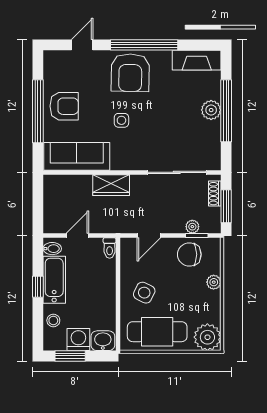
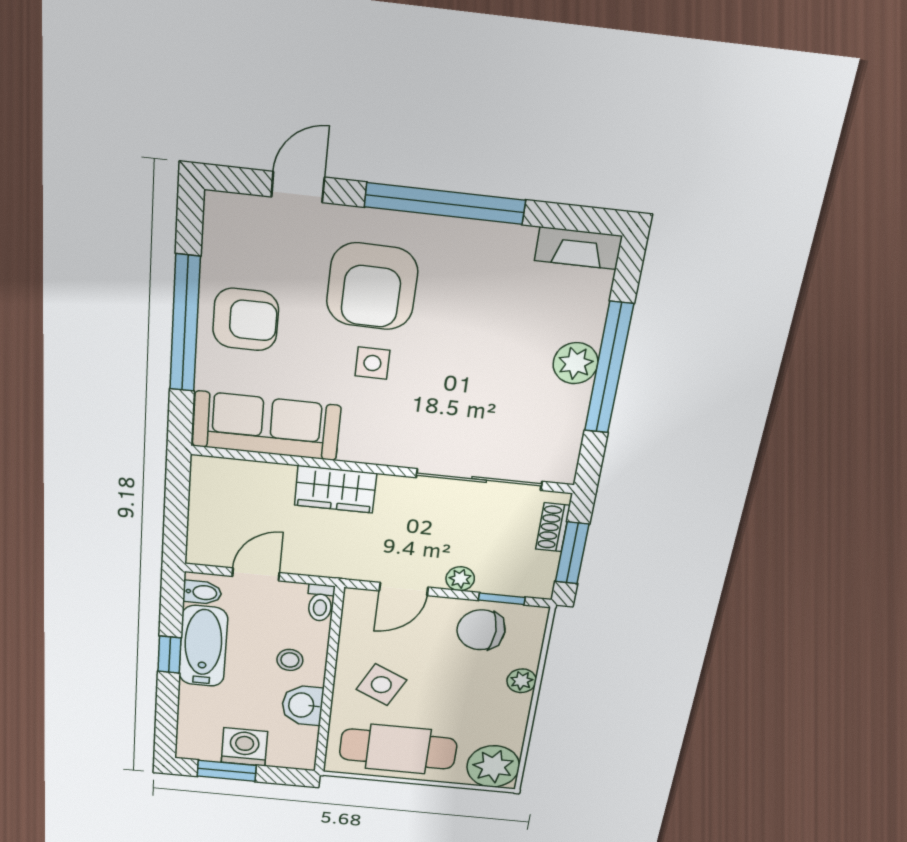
fireplace: (197, 60) -> (578, 248), width x0.73, depth x0.76
armchair: (130, 73) -> (372, 287), moved
plant: (192, 227) -> (460, 579), moved
stool: (53, 320) -> (290, 660), moved
washbasin: (103, 341) -> (302, 705), moved, turned -90

